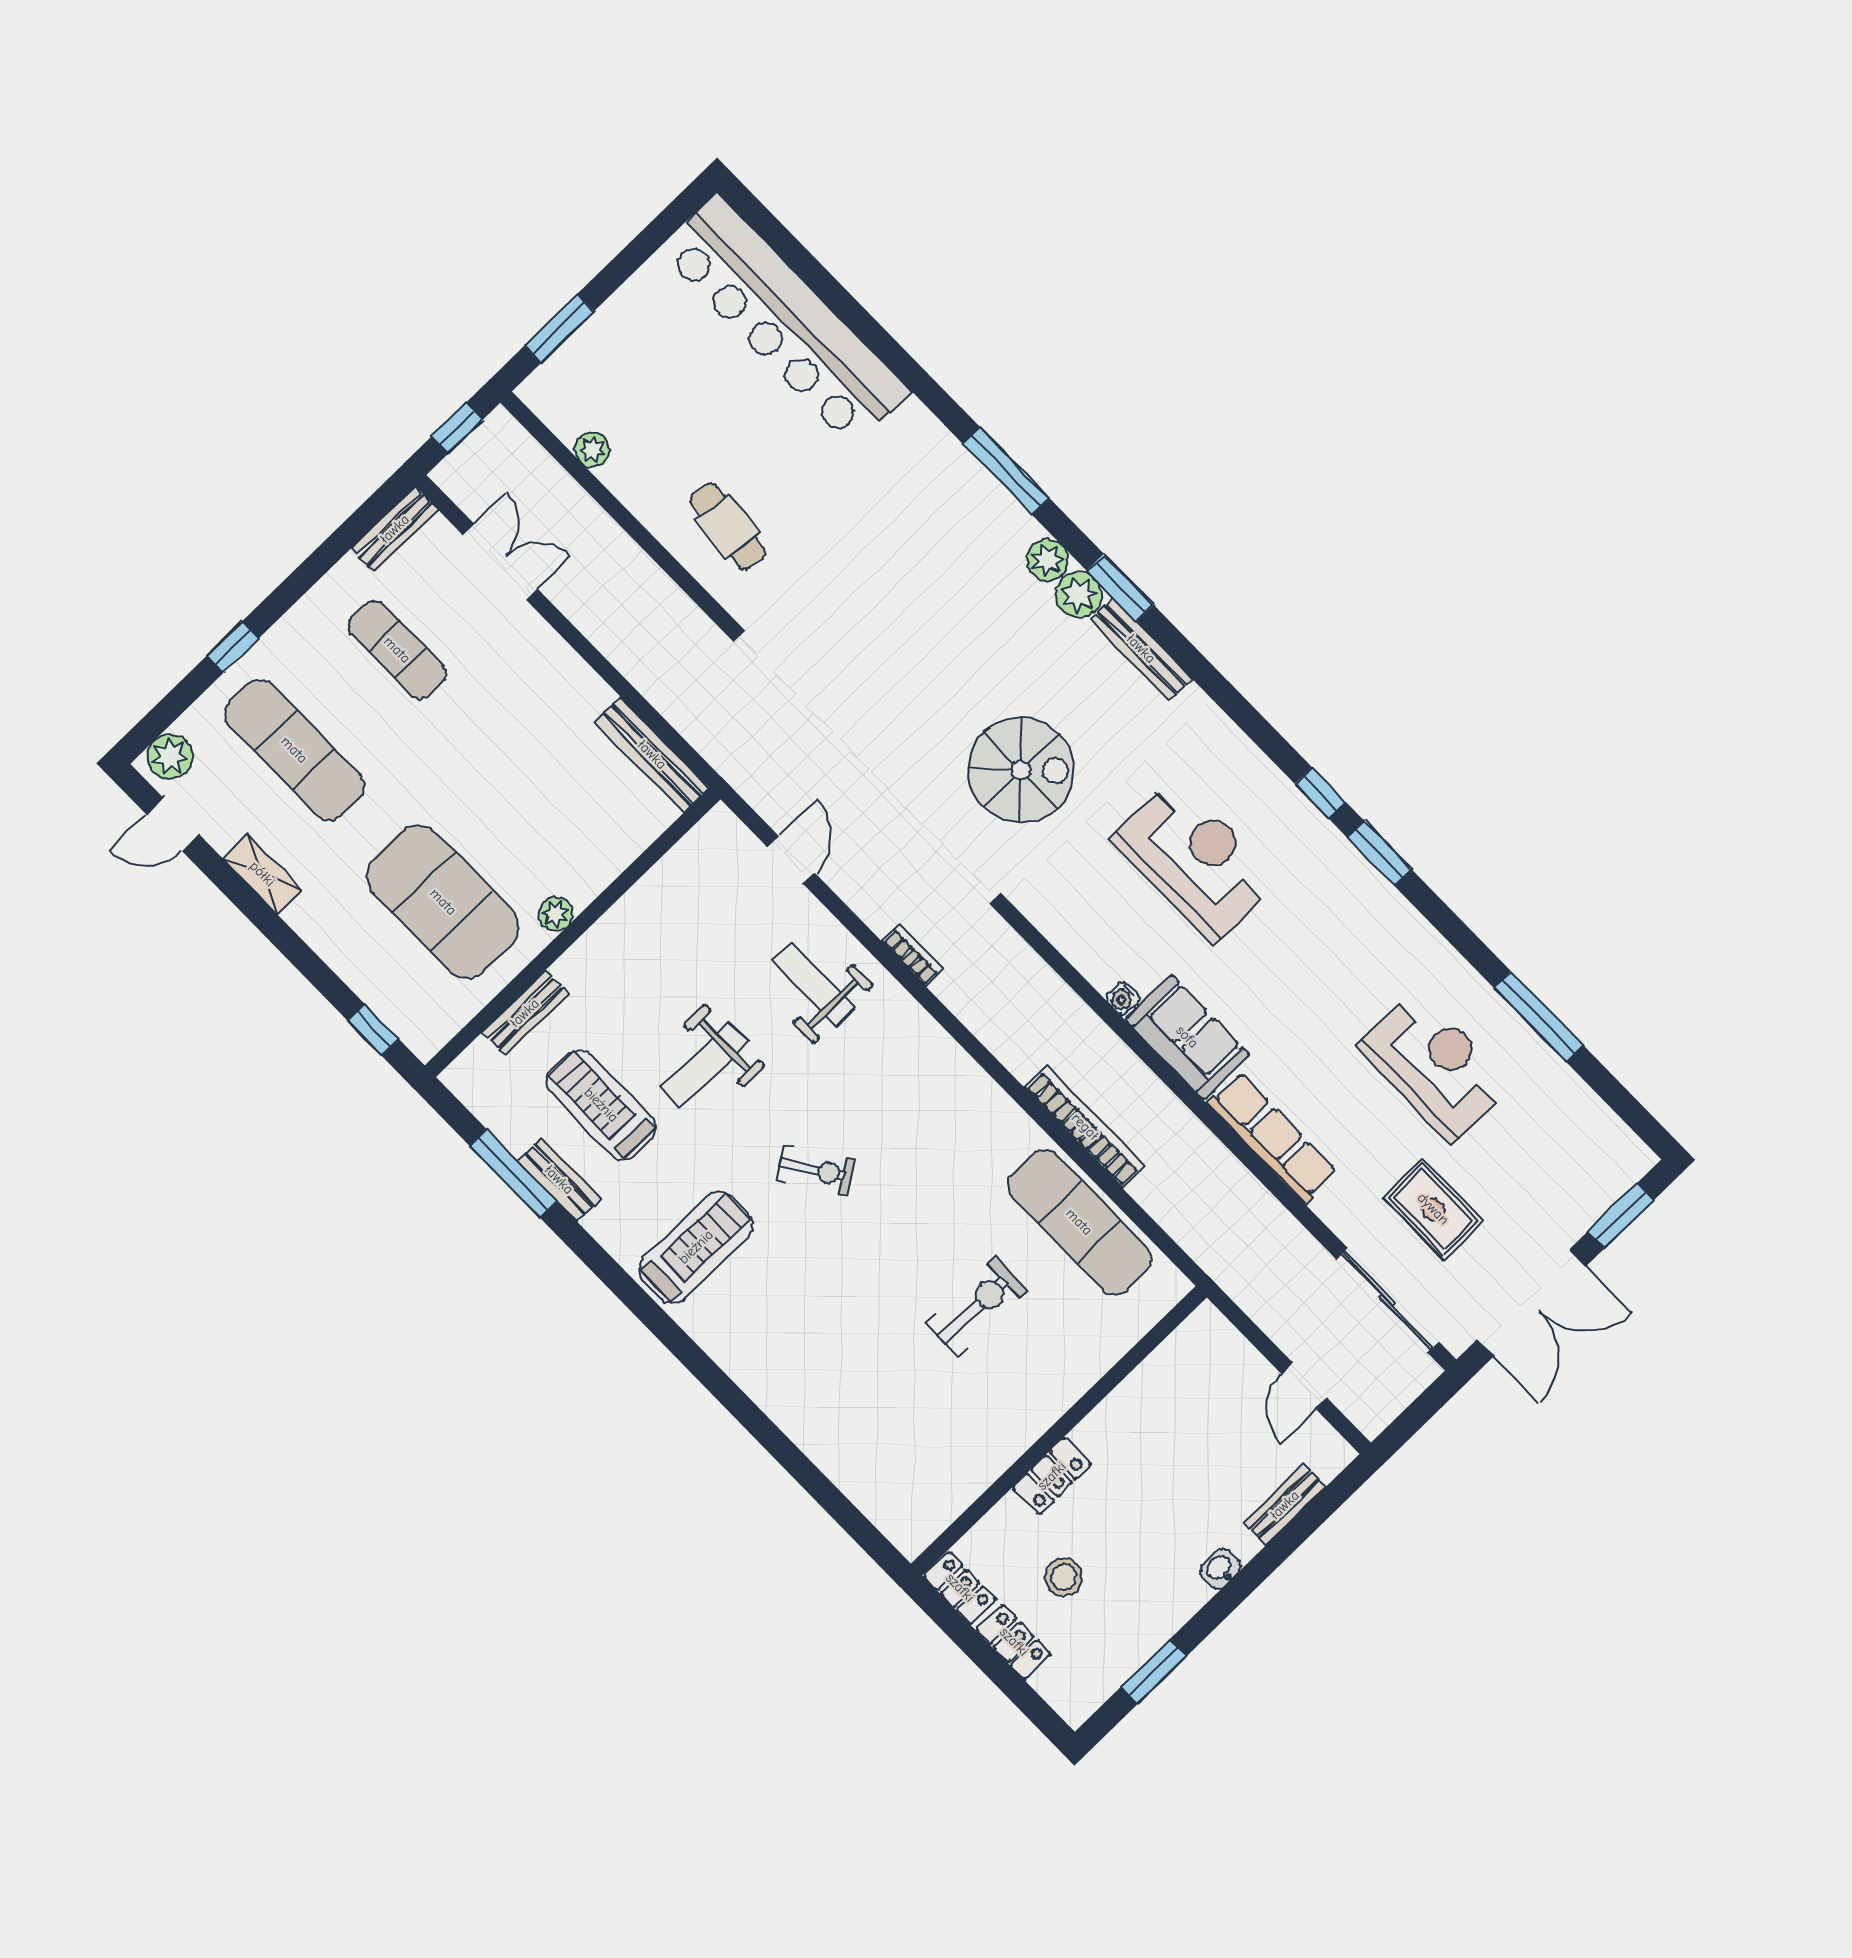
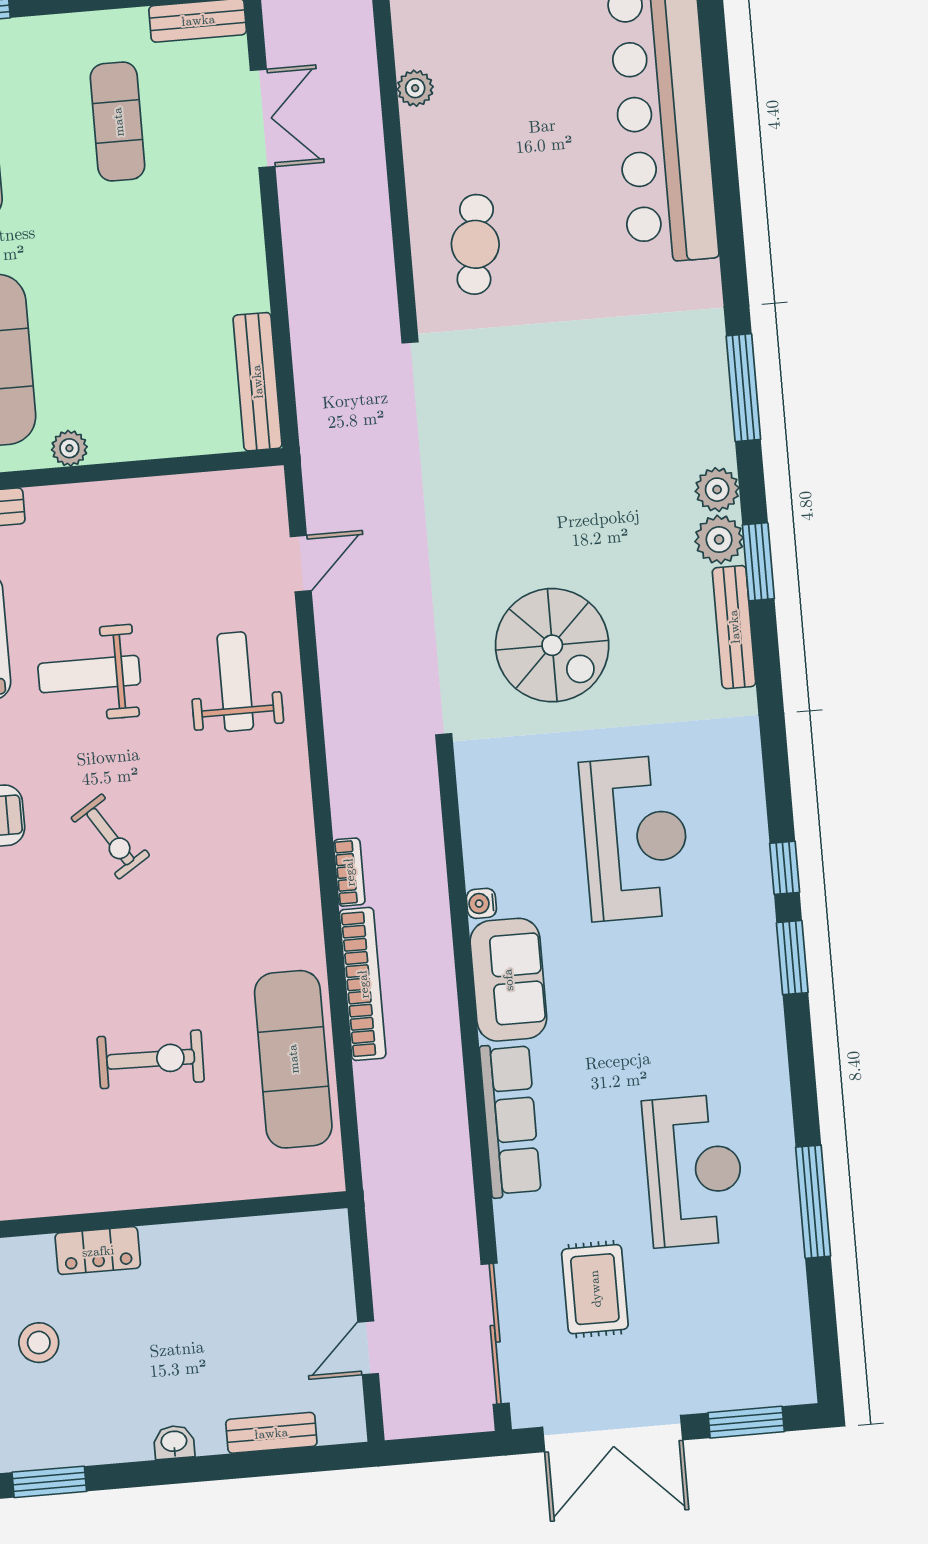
bookcase: (913, 955) -> (349, 872), moved

